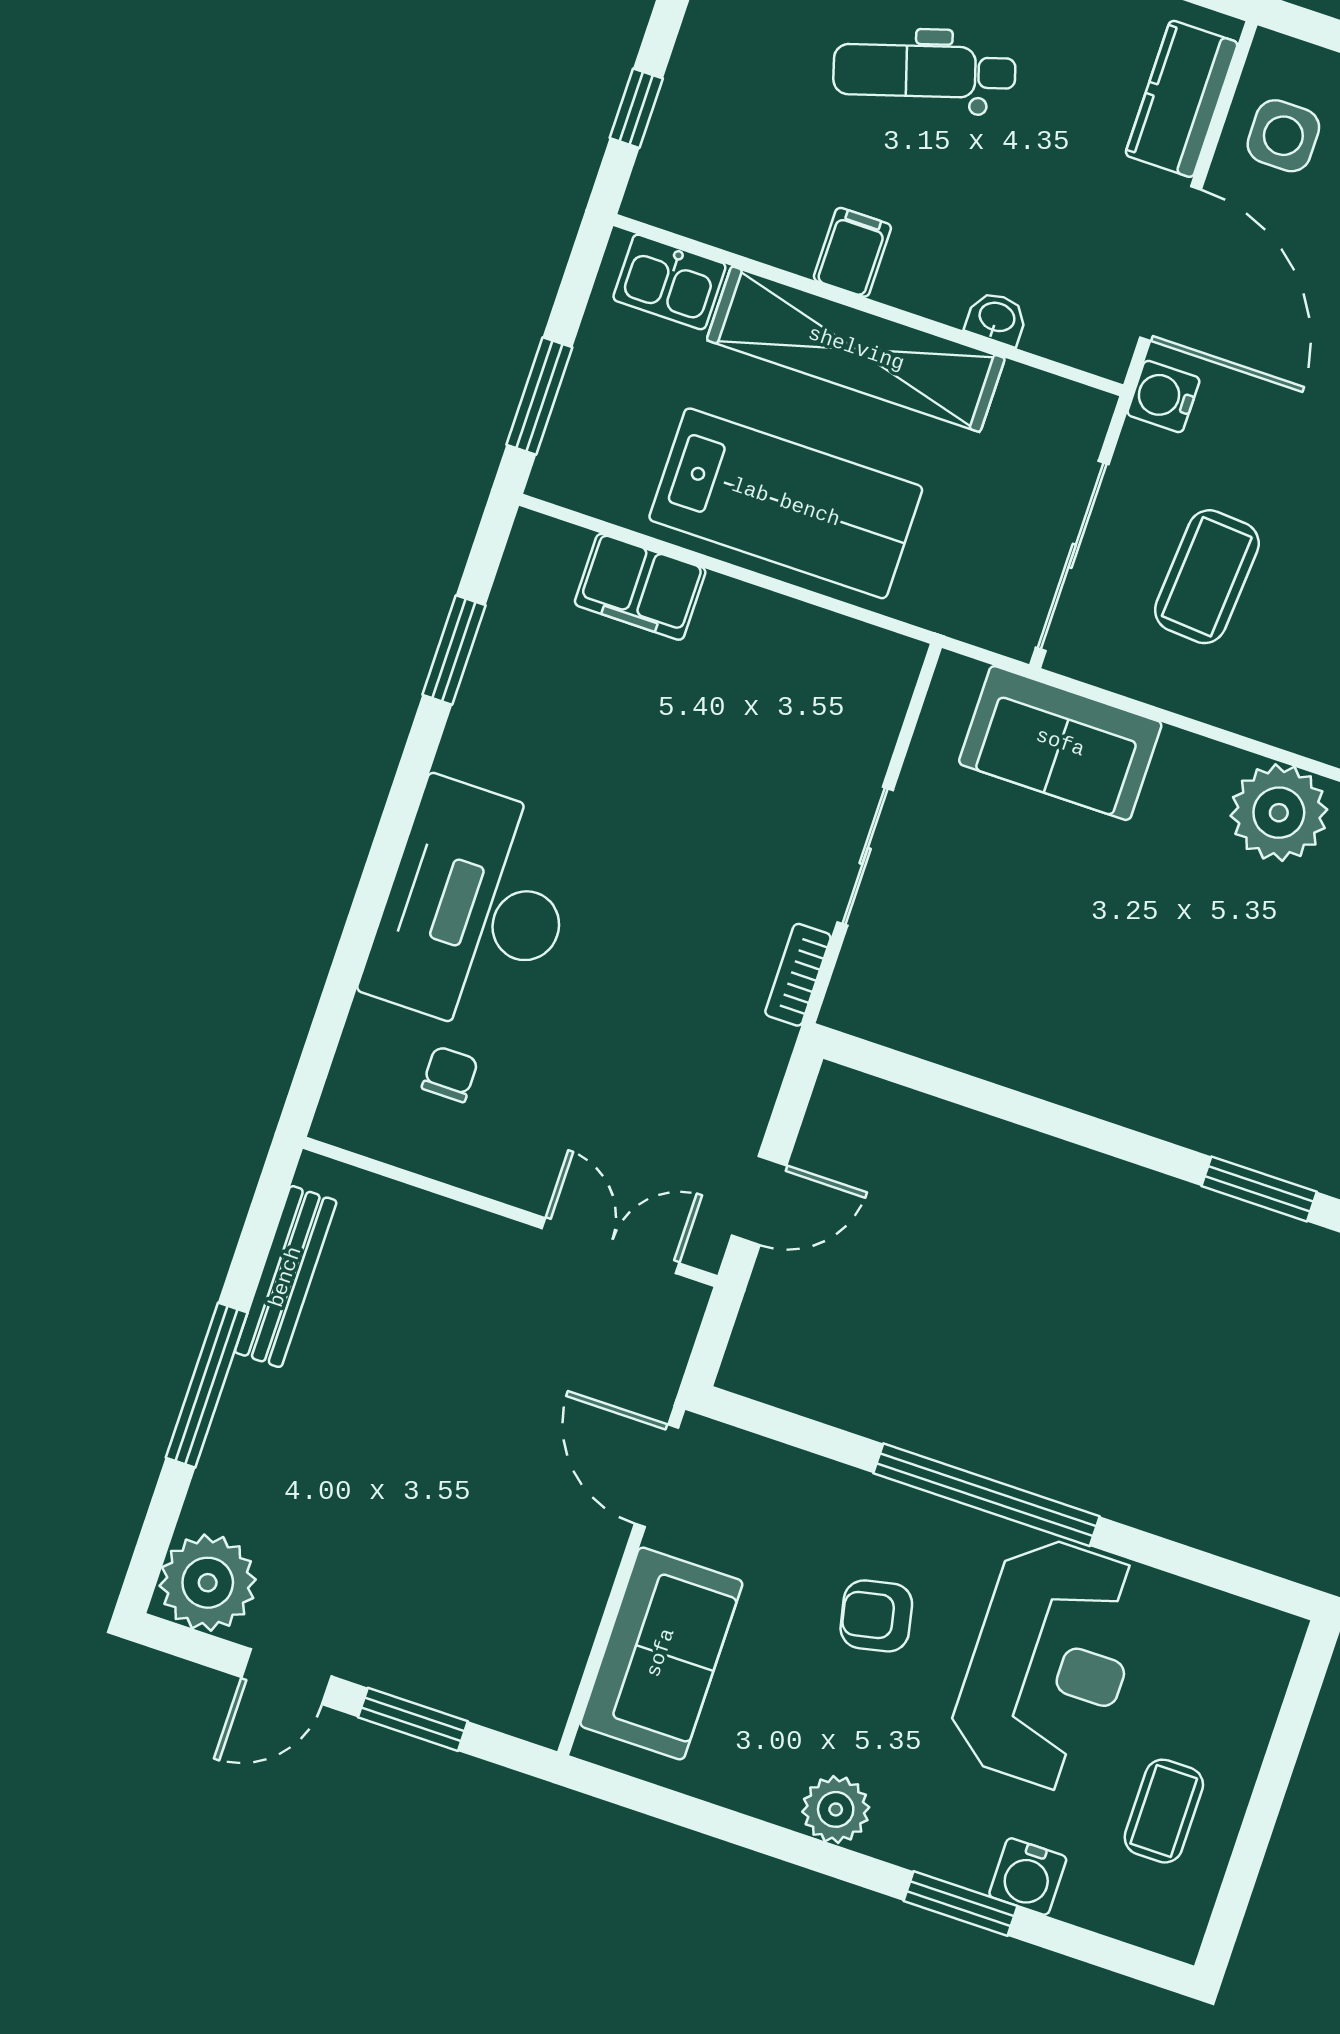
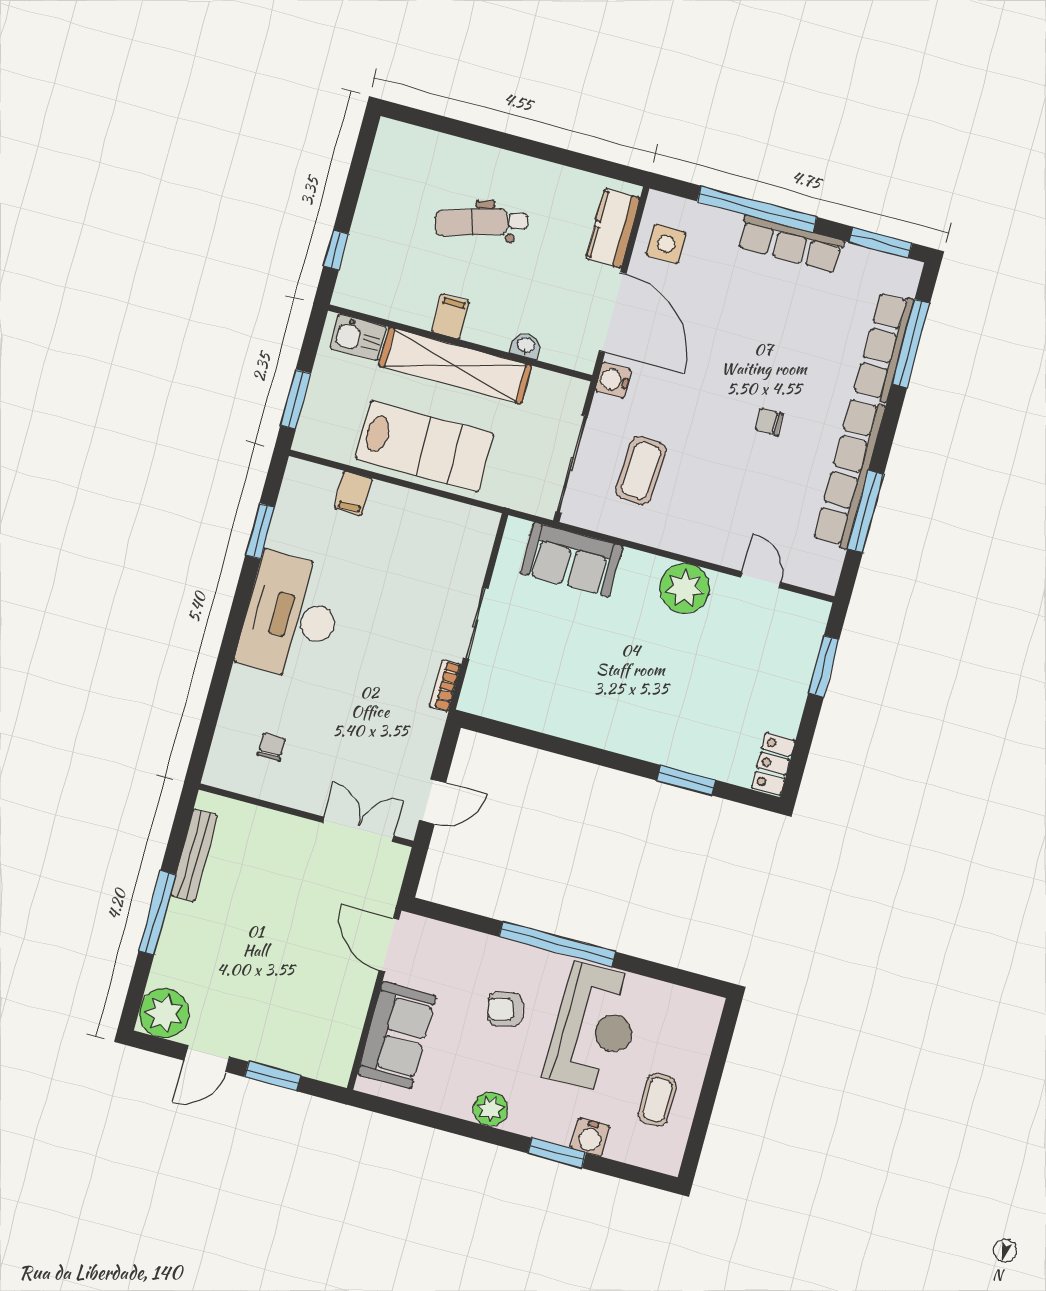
filing cabinet: (640, 587) -> (353, 493), width x0.50
desk: (475, 909) -> (291, 616), moved

